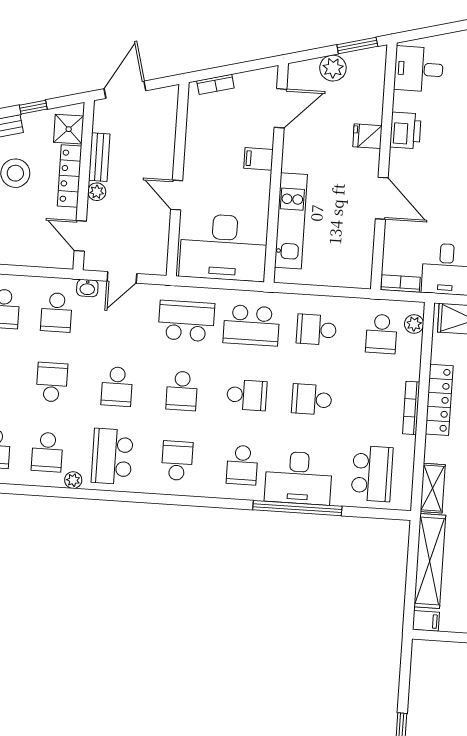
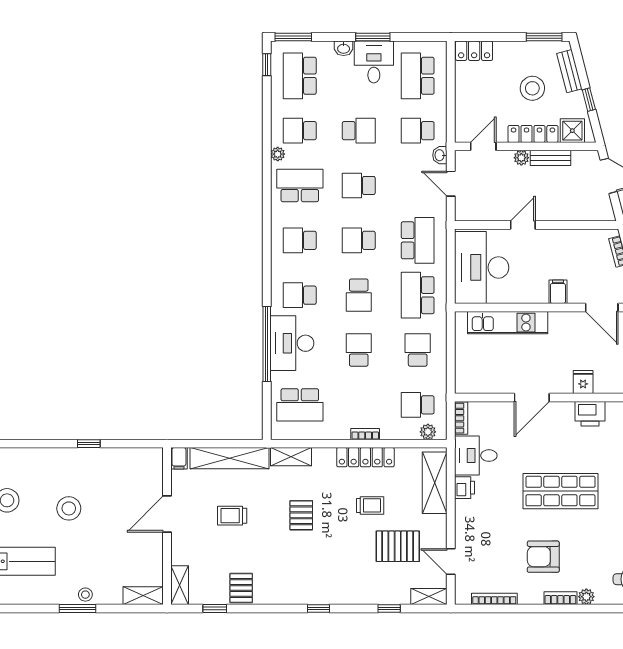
bookcase: (411, 408) -> (365, 434), width x0.64
school desk: (177, 461) -> (300, 240), turned 180

